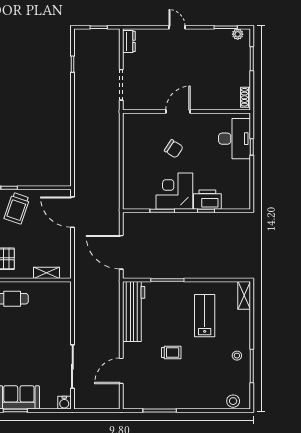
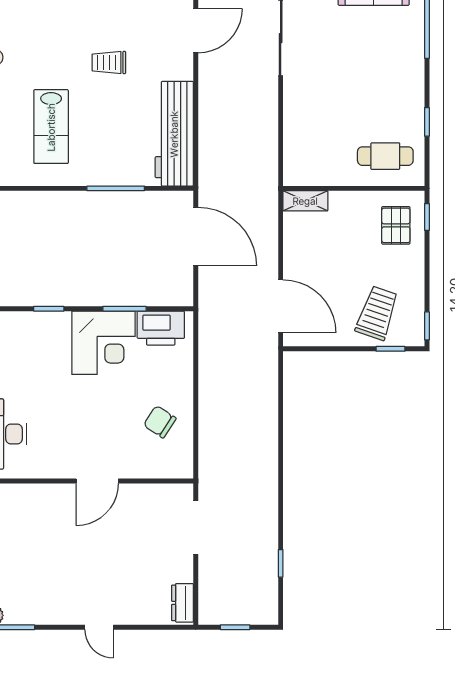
chair: (174, 149) -> (160, 422), moved
printer: (207, 200) -> (161, 328), moved
shelving: (46, 273) -> (305, 201), moved

